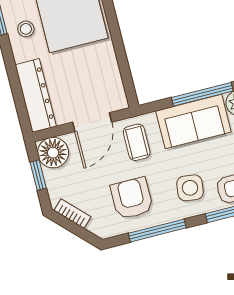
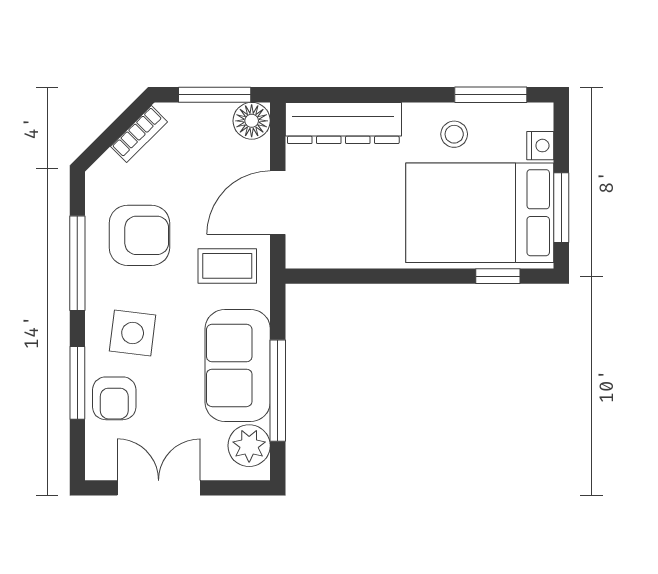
door: (92, 122) -> (278, 203), hinge flipped
floor lamp: (53, 153) -> (252, 121), width x0.73, depth x0.73
window: (38, 175) -> (215, 95), width x1.50

